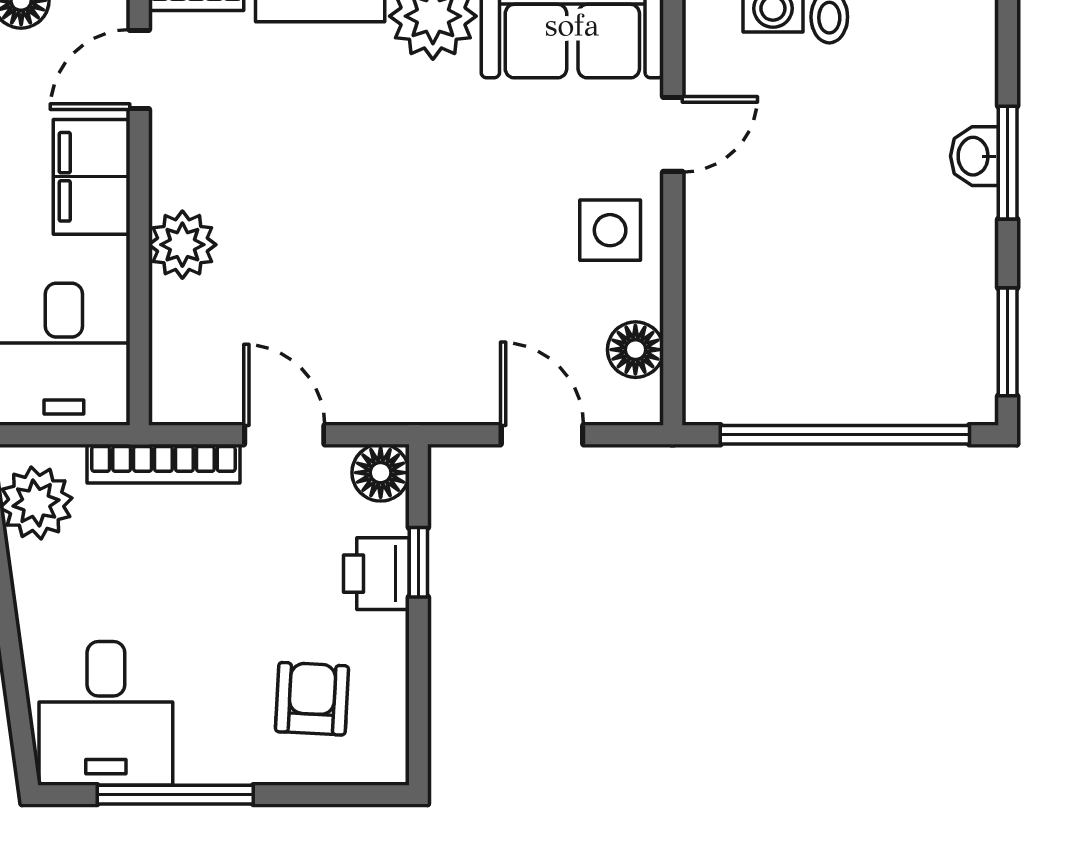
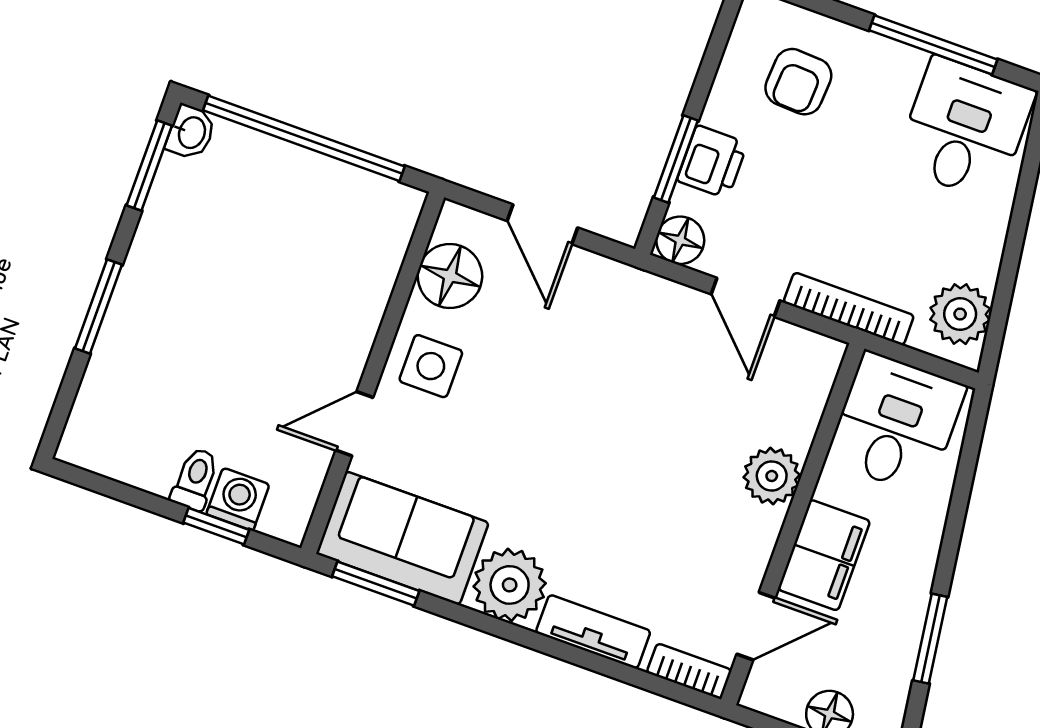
washbasin: (974, 156) -> (191, 132), moved
floor lamp: (635, 350) -> (450, 276), width x1.38, depth x1.38
window: (418, 562) -> (676, 159), width x1.50

